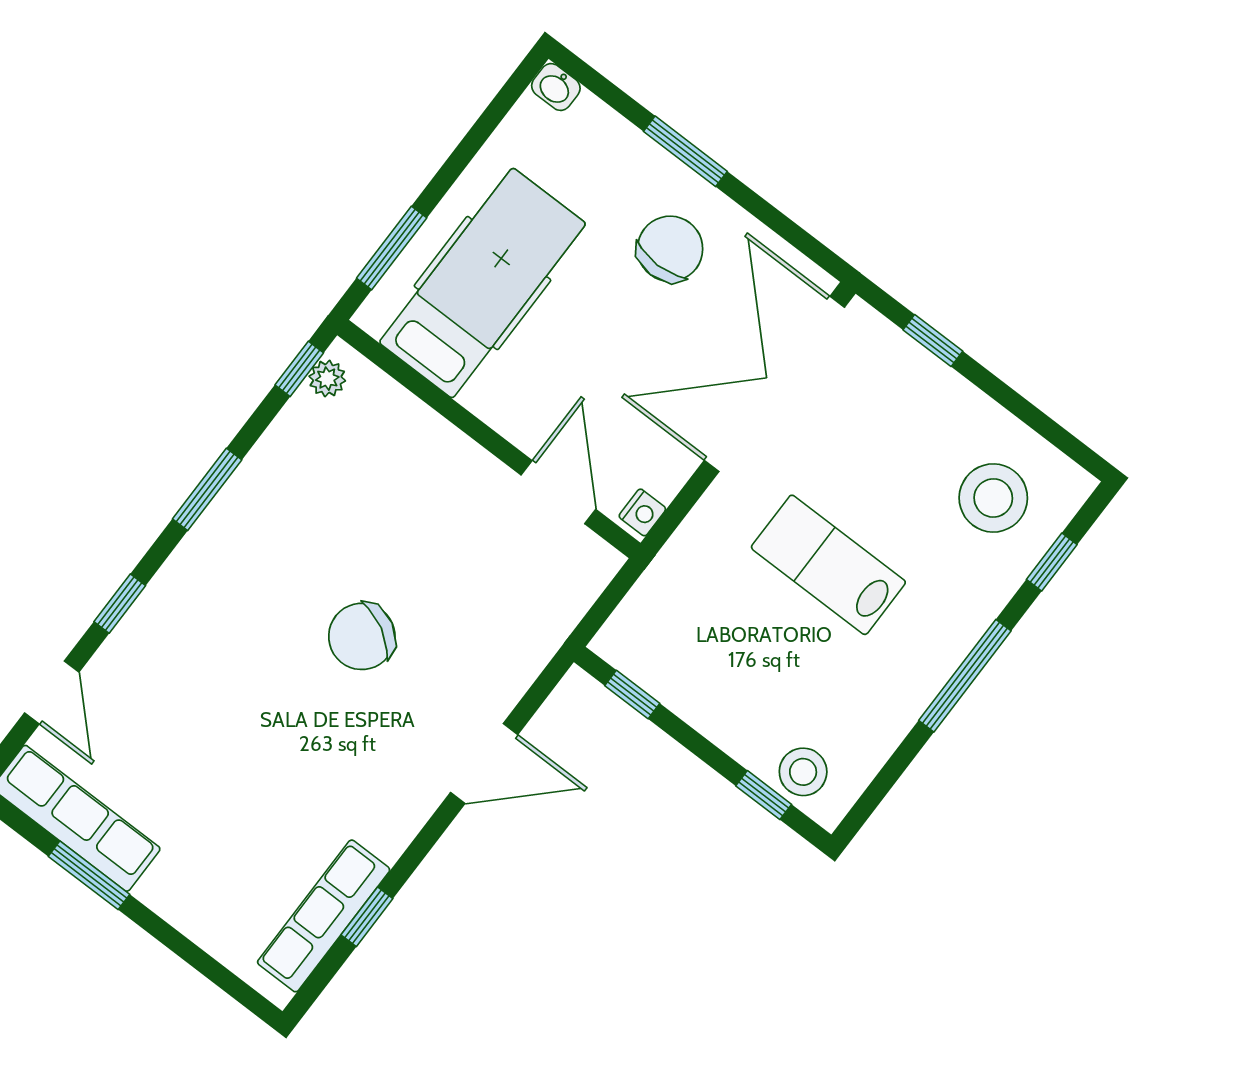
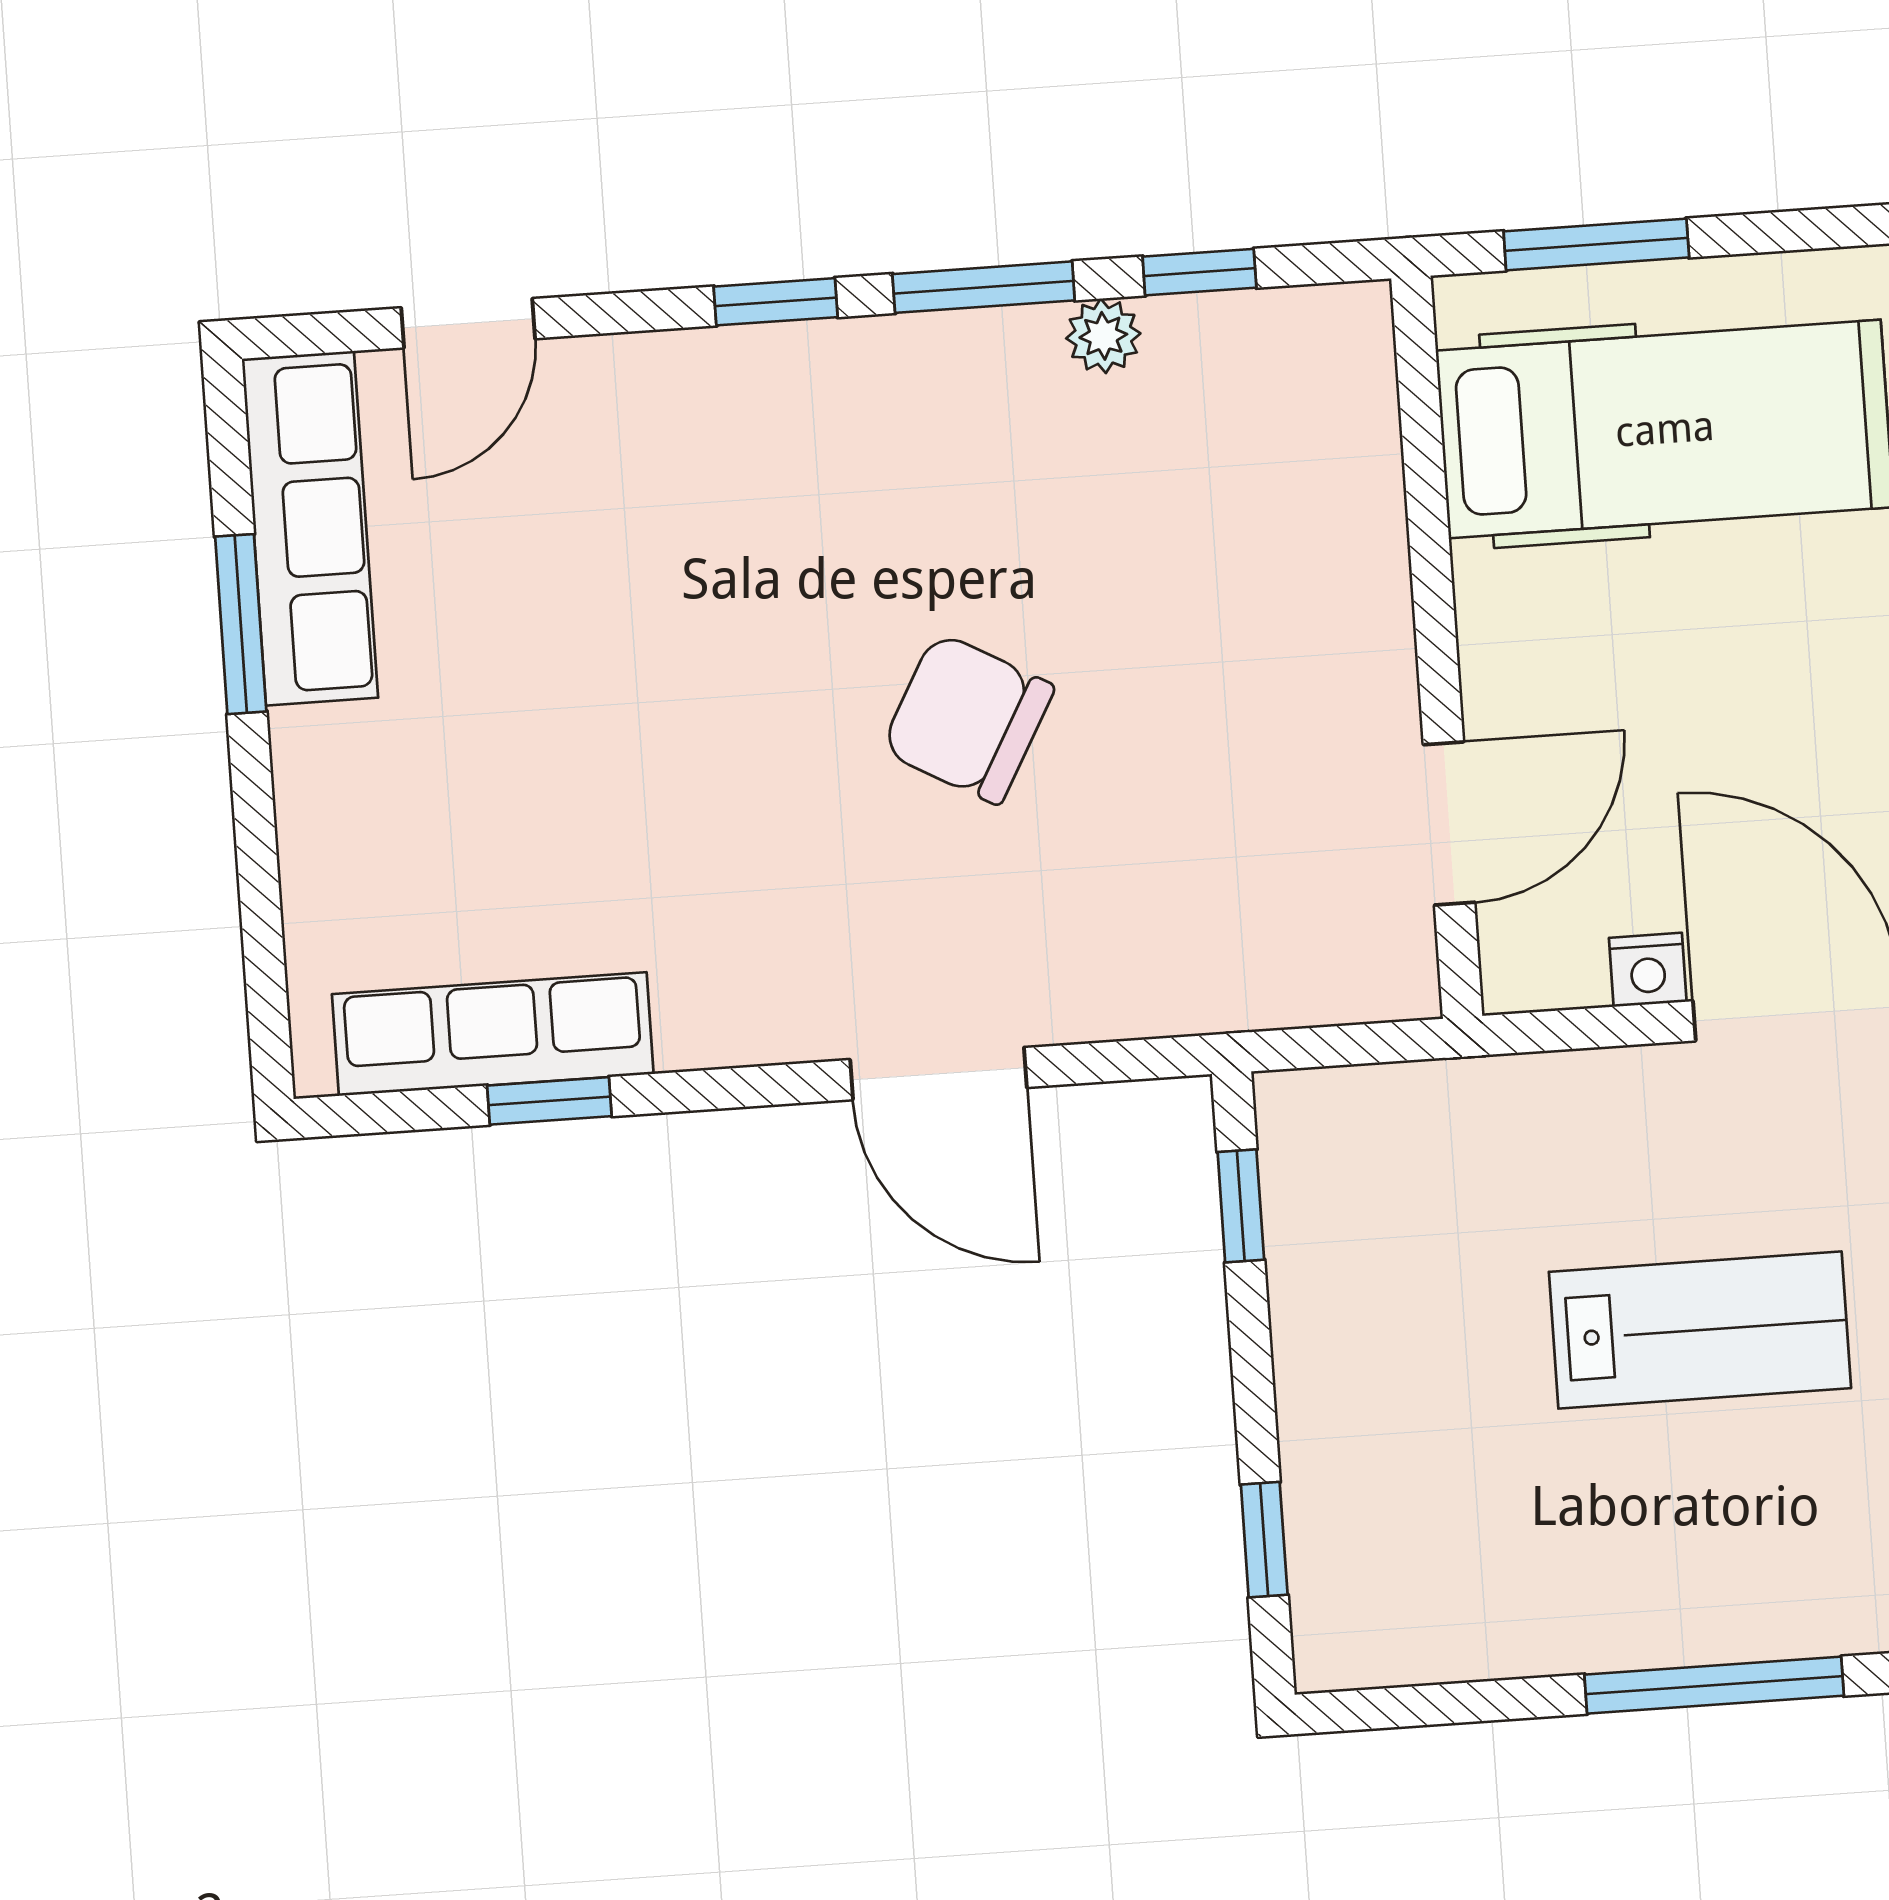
window: (299, 369) -> (1199, 272), moved
plant: (327, 379) -> (1103, 336), moved
nightstand: (642, 512) -> (1648, 970), moved
lab bench: (828, 565) -> (1700, 1330), turned 90
window: (120, 604) -> (776, 302), moved
stool: (803, 772) -> (1352, 1568), removed

